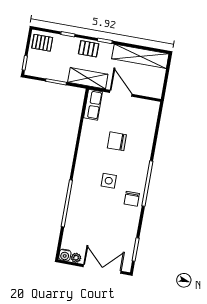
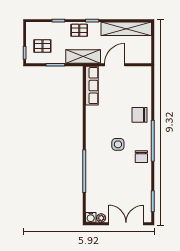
pallet: (42, 43) -> (42, 46), moved
door: (121, 93) -> (115, 65), hinge flipped
row of seats: (93, 105) -> (92, 86), width x1.48
chair: (117, 141) -> (140, 115), moved

